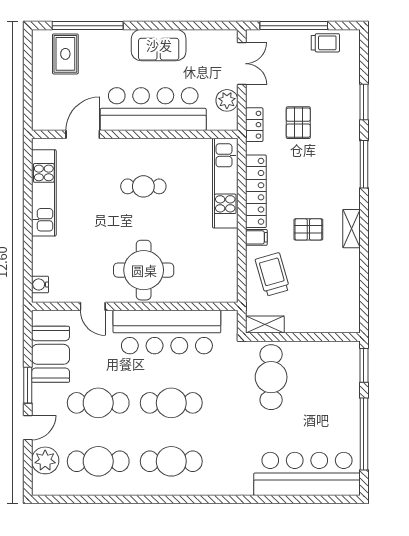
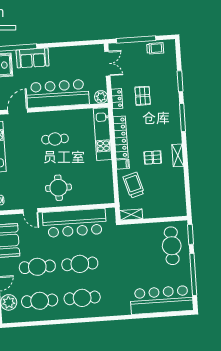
sofa: (159, 45) -> (33, 58), moved
plant: (227, 100) -> (101, 97), moved
round table: (144, 270) -> (58, 188), width x0.73, depth x0.73
cafe table: (271, 377) -> (172, 246), moved

